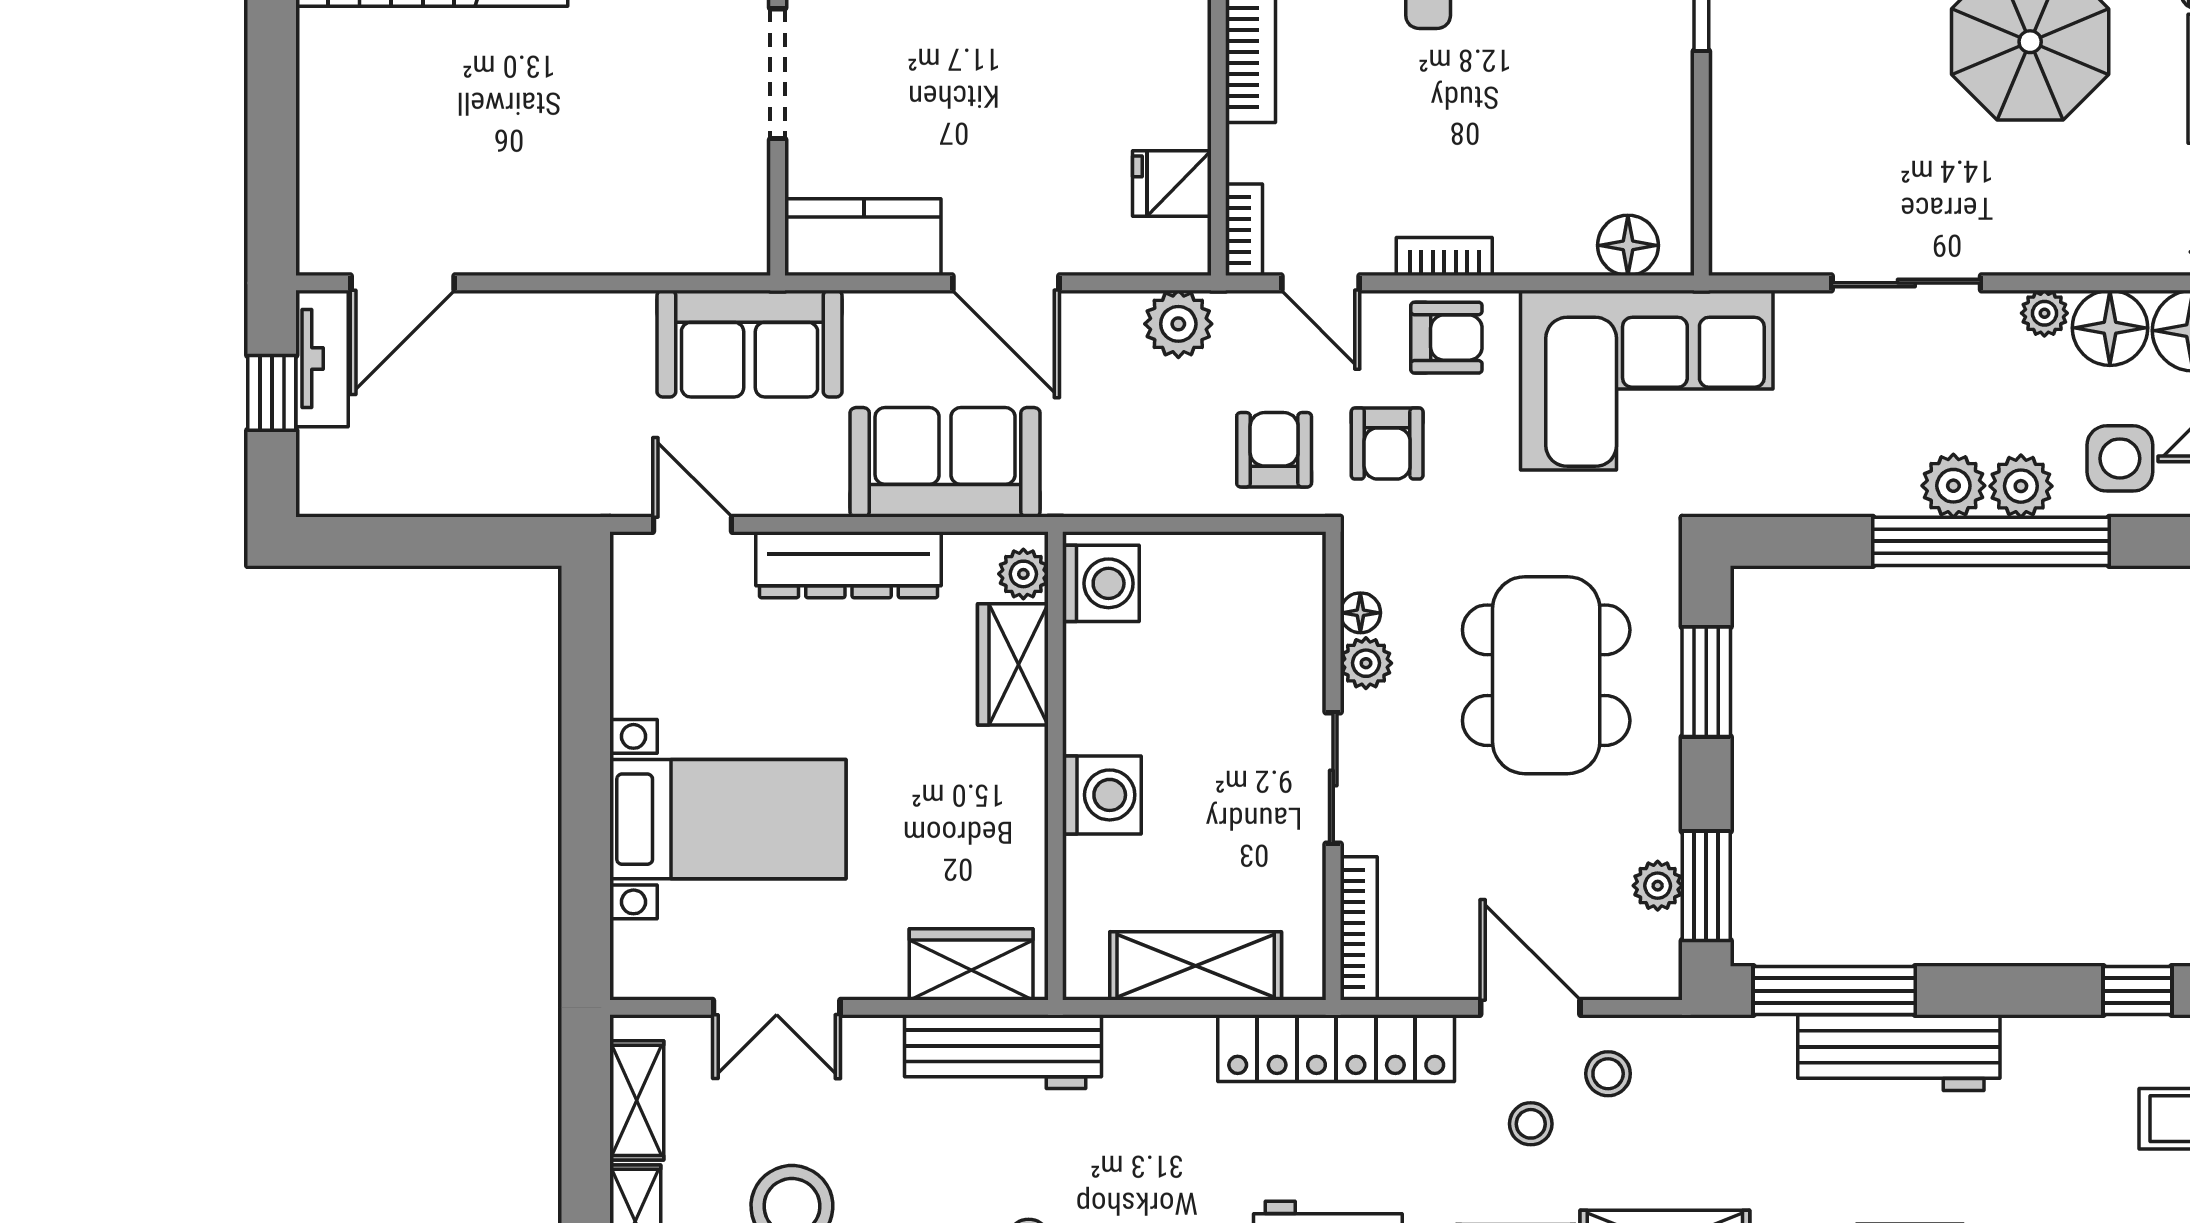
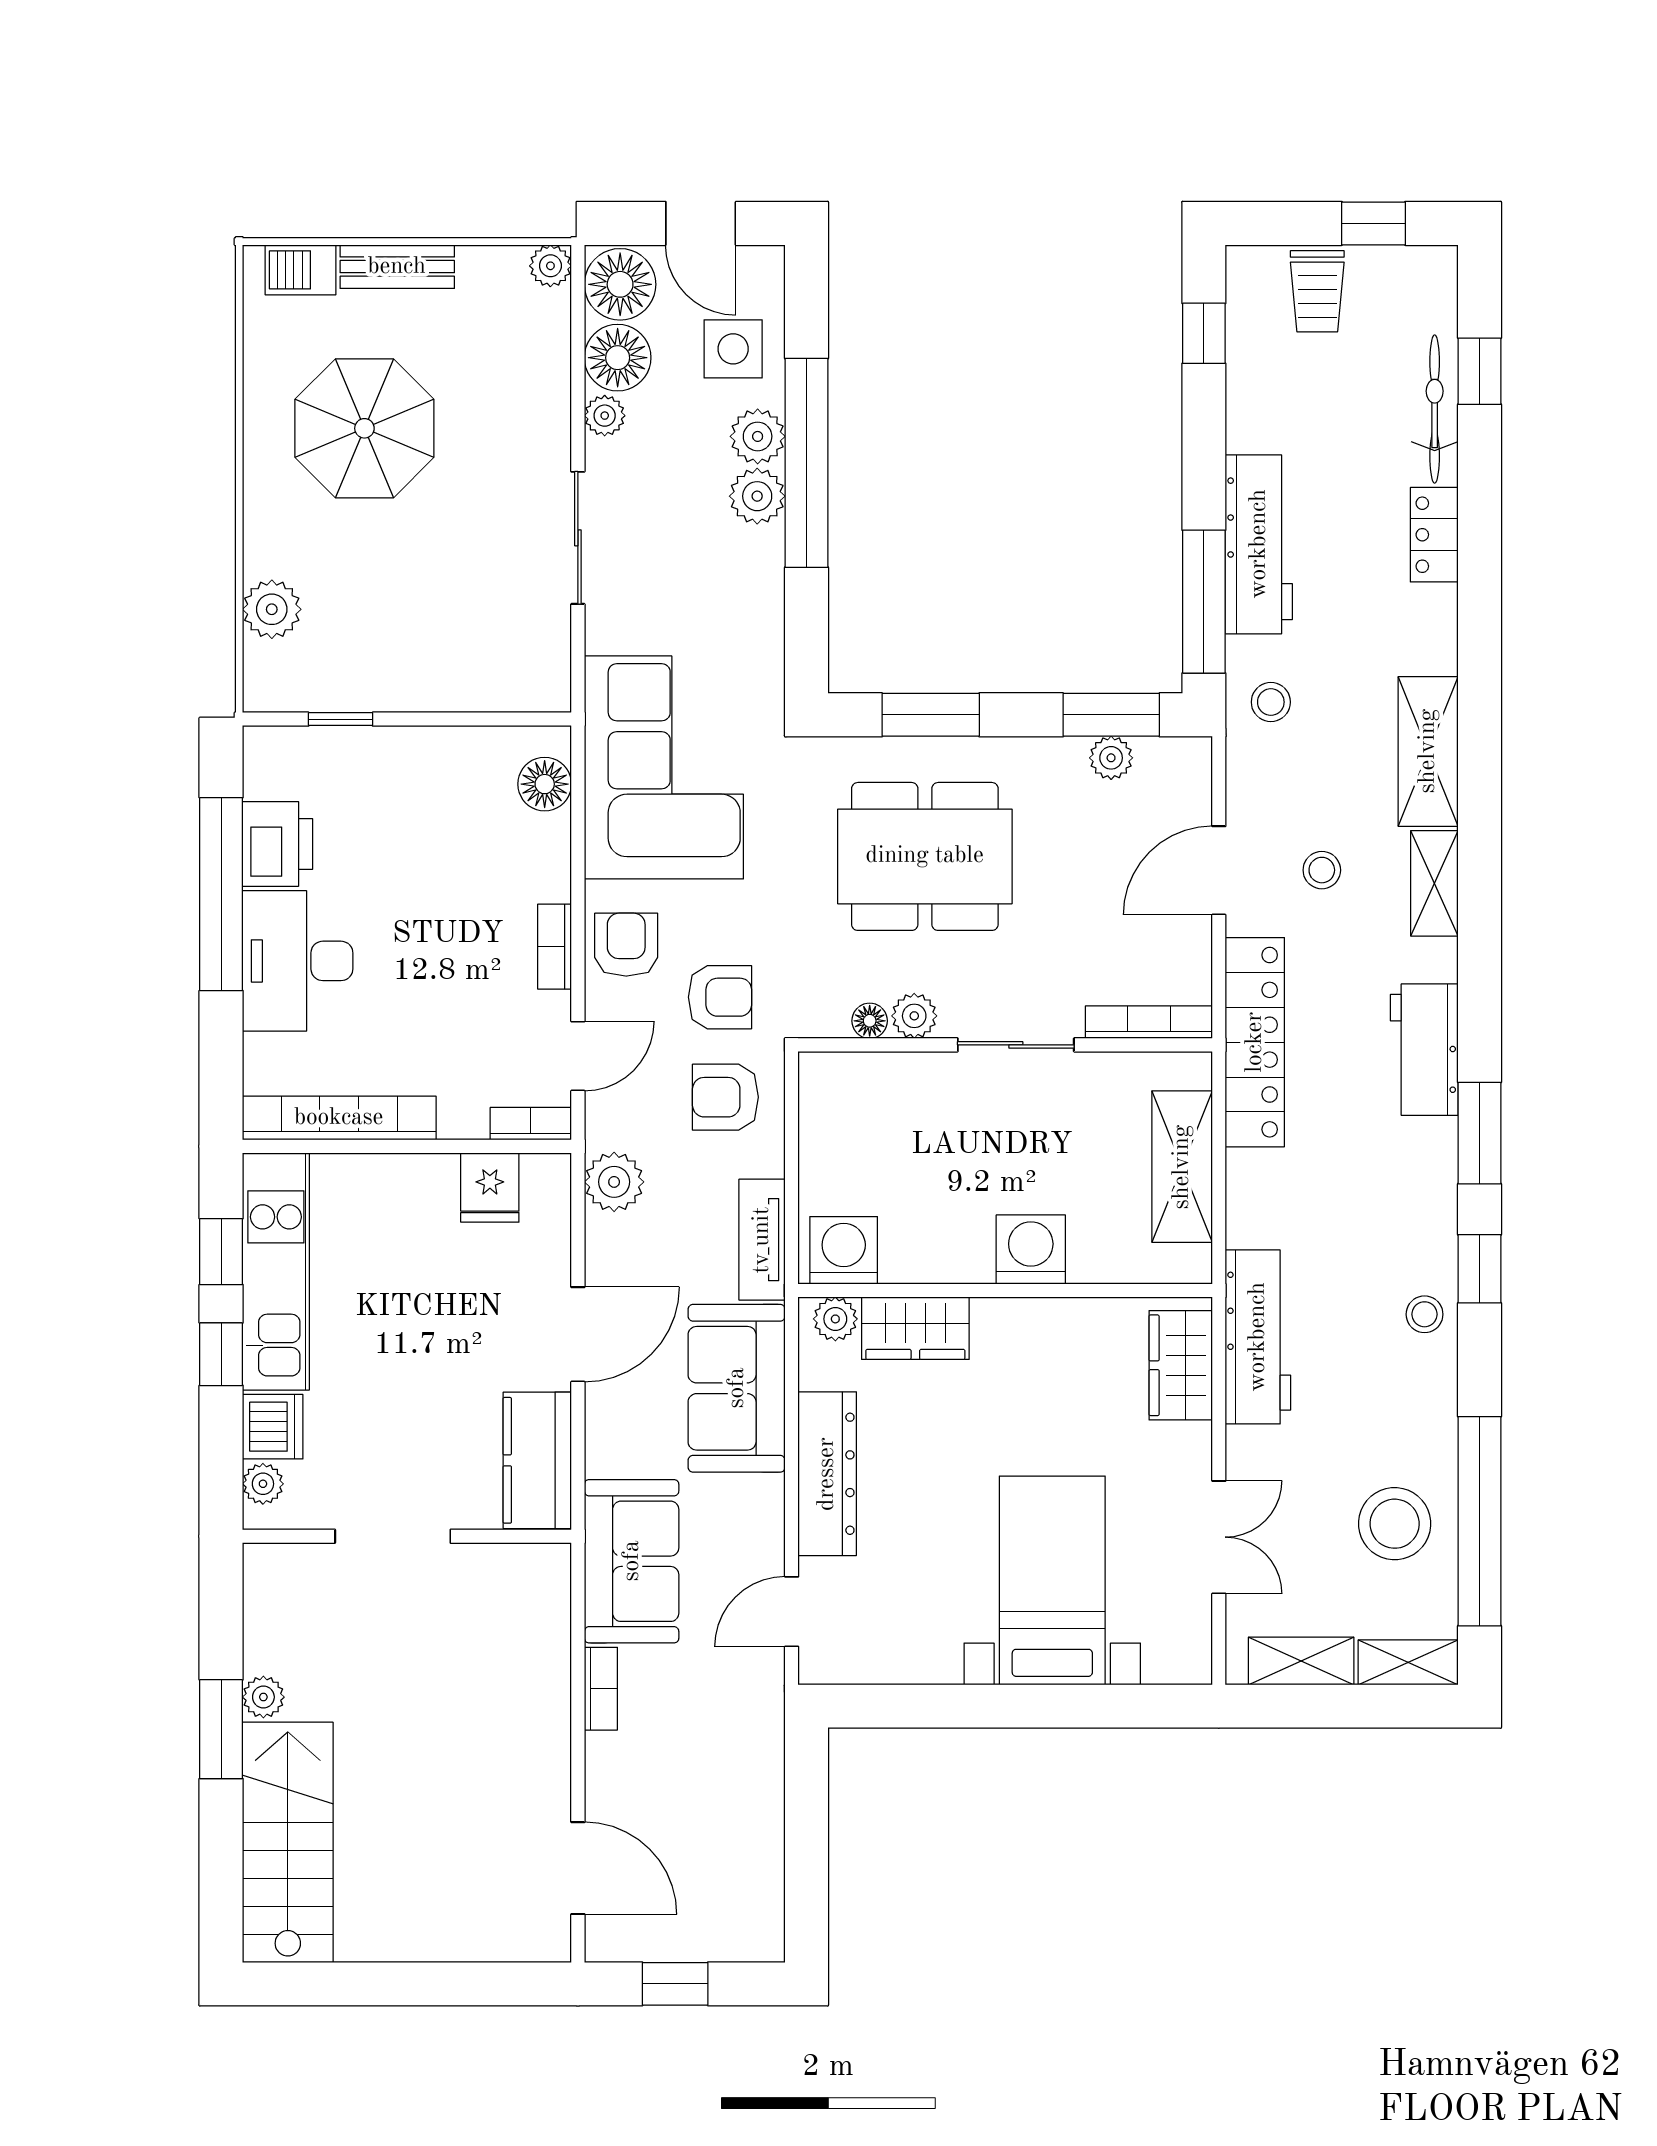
bookcase: (606, 309) -> (601, 1689), added
tv unit: (322, 359) -> (762, 1240), moved, turned -90
stool: (1608, 1074) -> (1271, 702), moved

